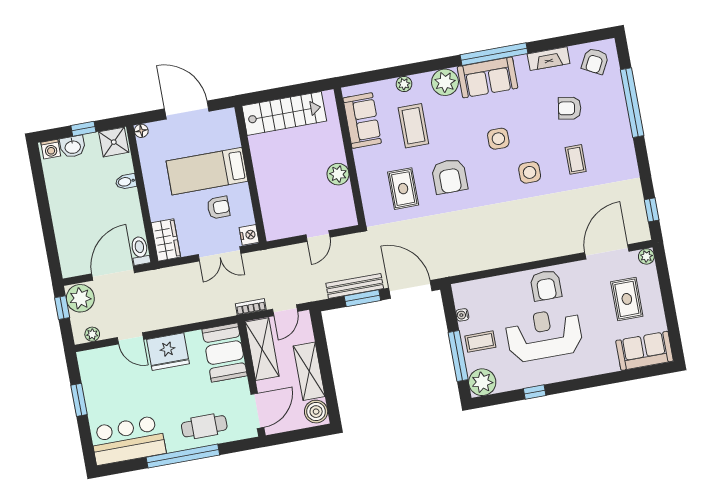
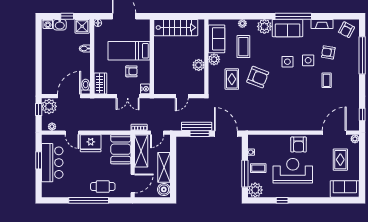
plant: (365, 159) -> (214, 59), added
side table: (530, 172) -> (308, 60), moved
armchair: (450, 176) -> (258, 77), turned -69
bar counter: (128, 440) -> (52, 163), moved, turned 90

